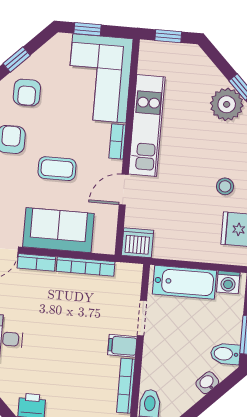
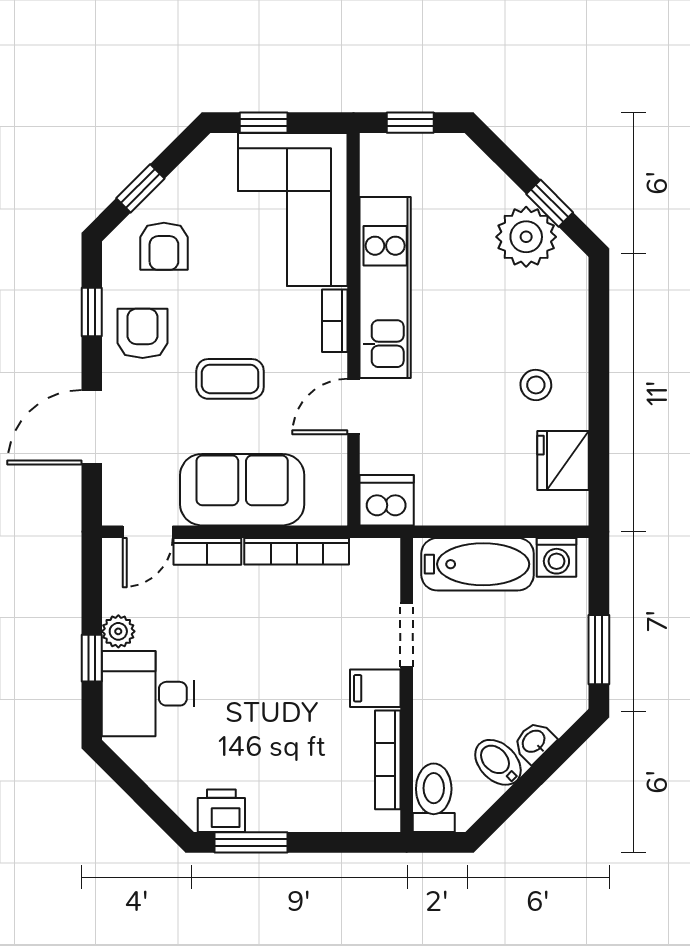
bidet: (225, 354) -> (498, 762), moved, turned 45

